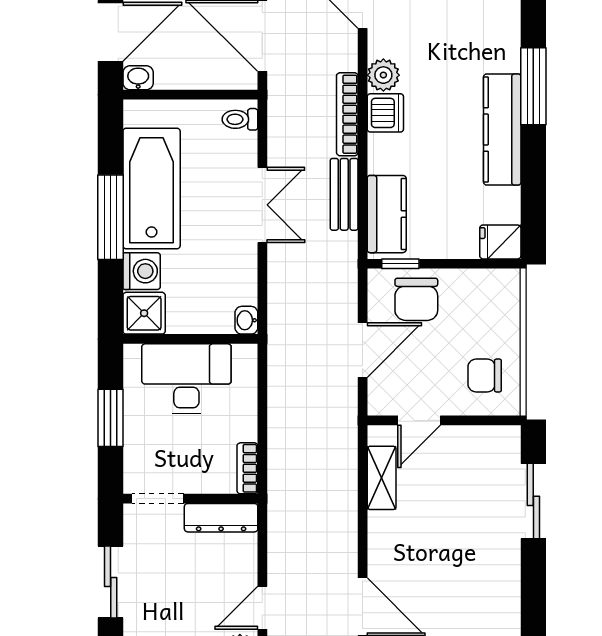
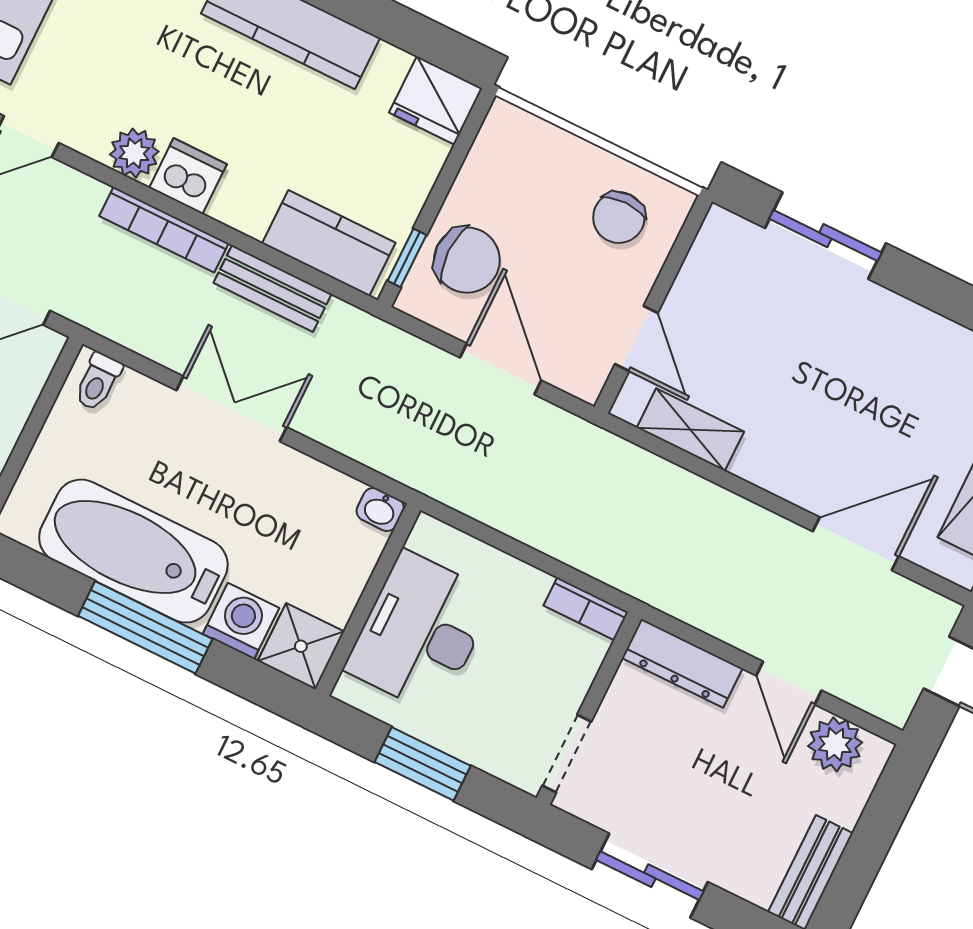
fridge: (500, 242) -> (436, 100), width x1.38
dresser: (221, 518) -> (682, 663), moved, turned 90

